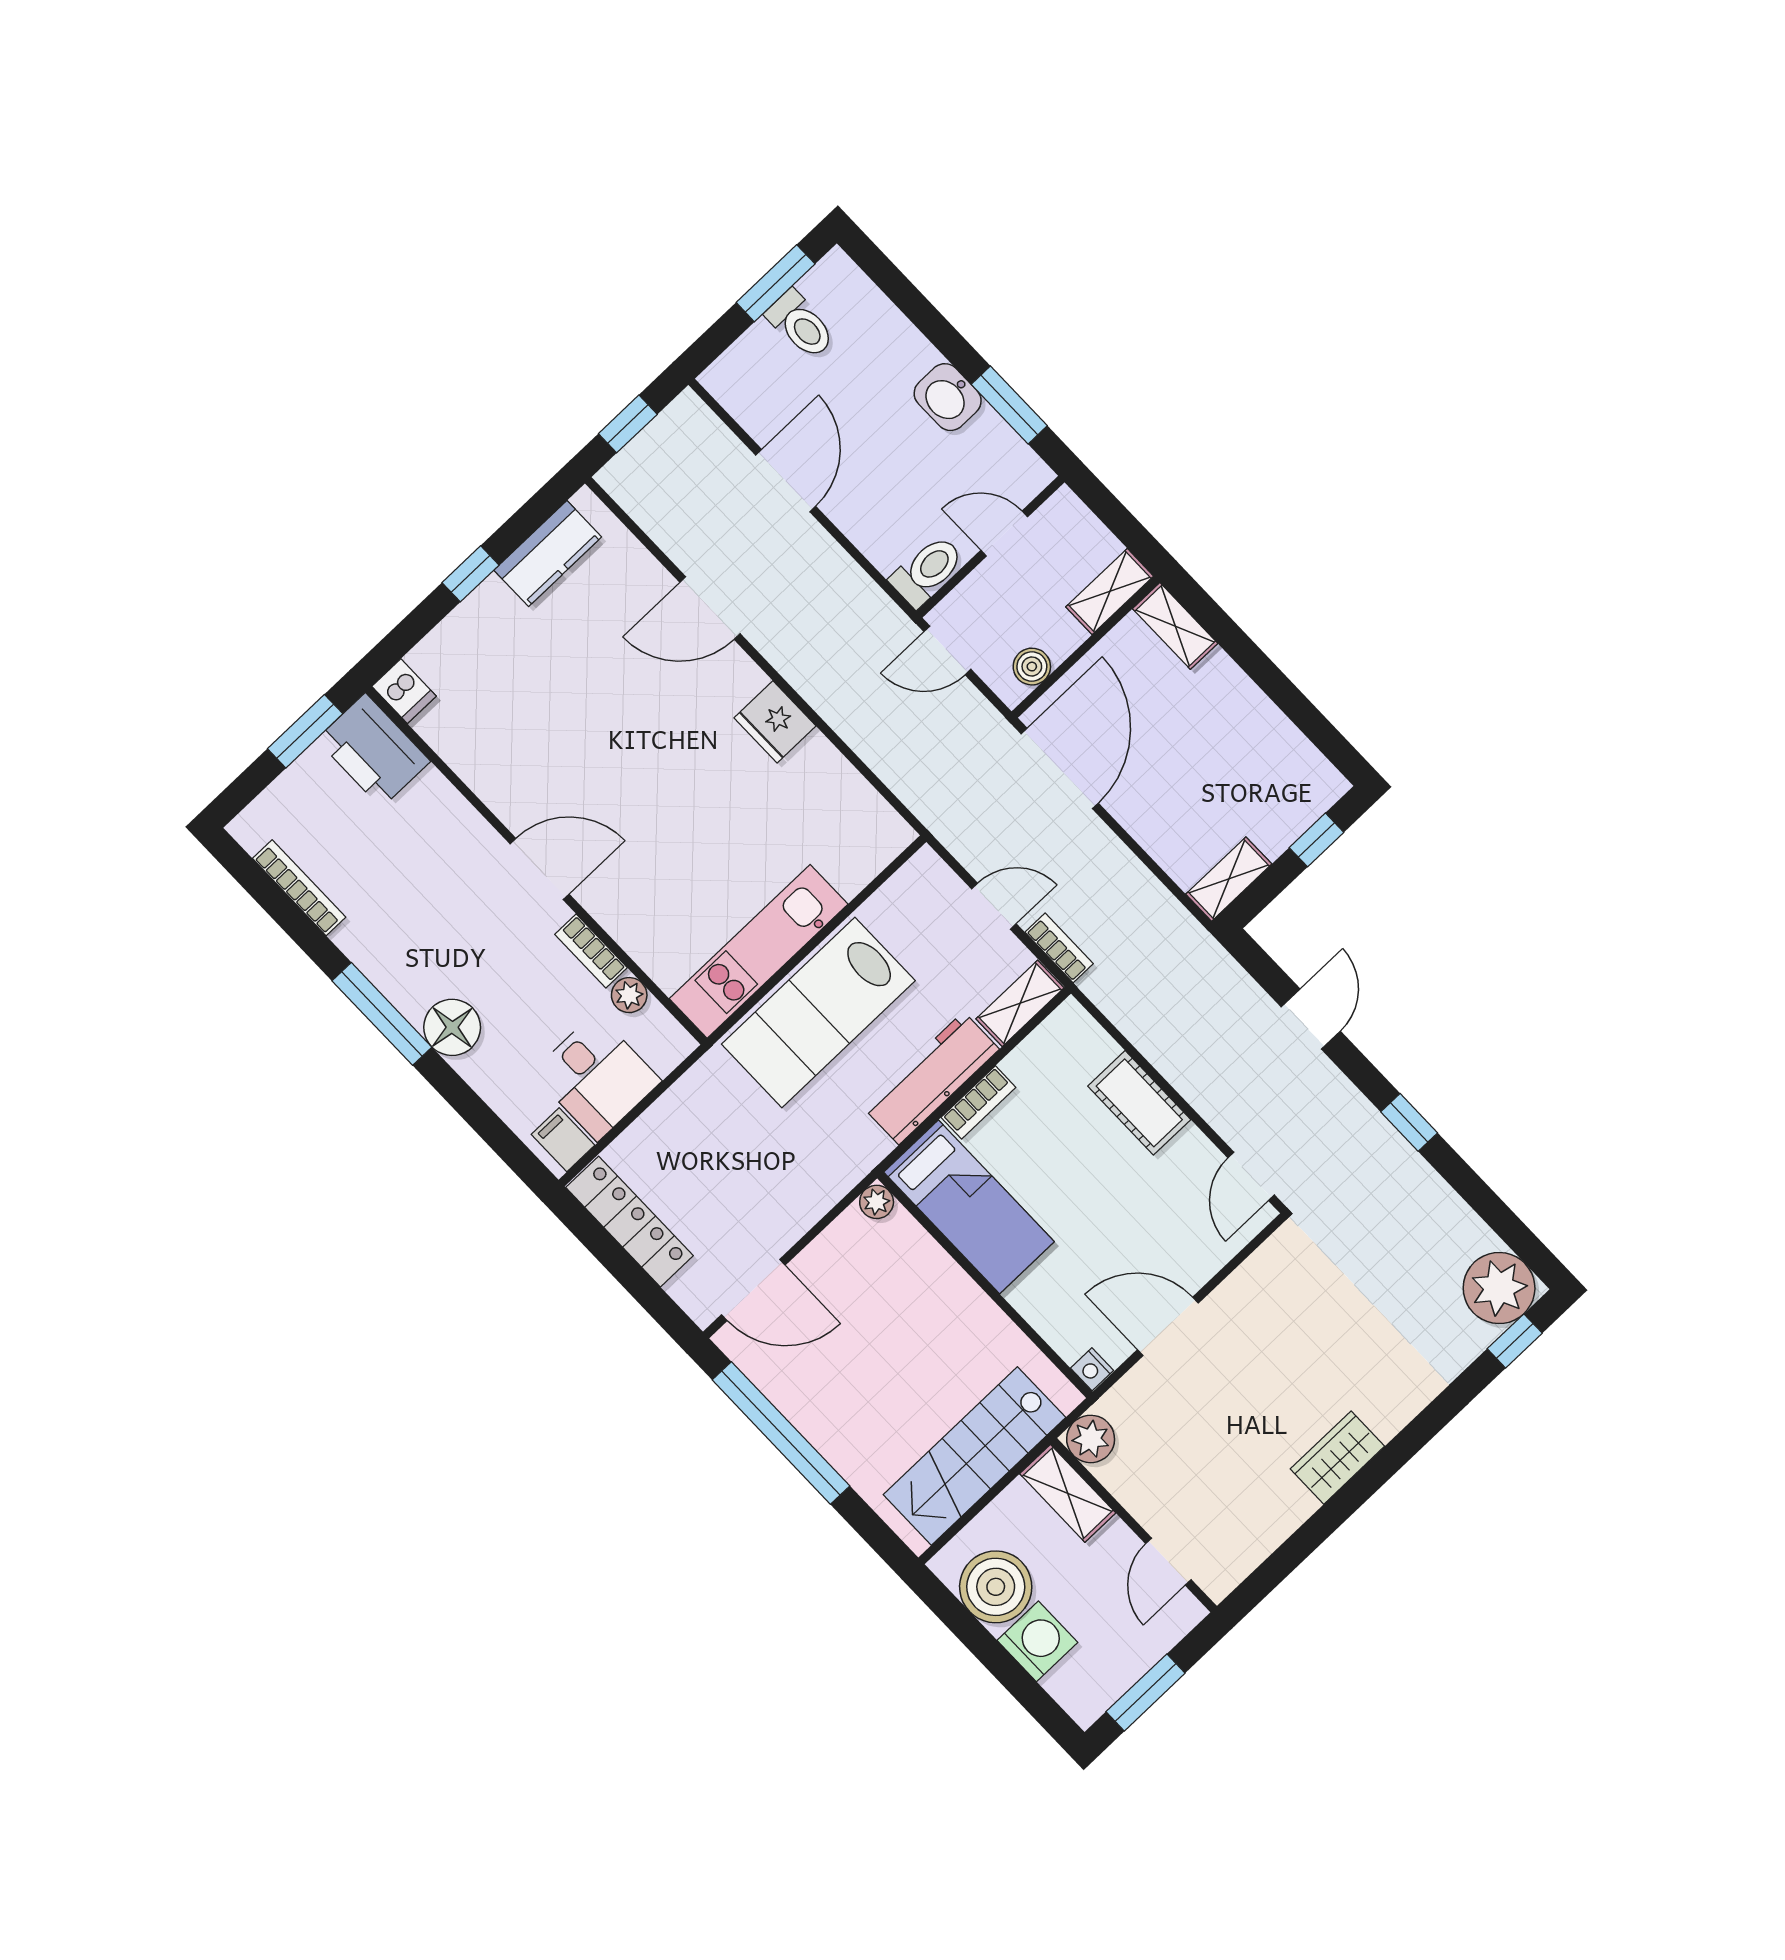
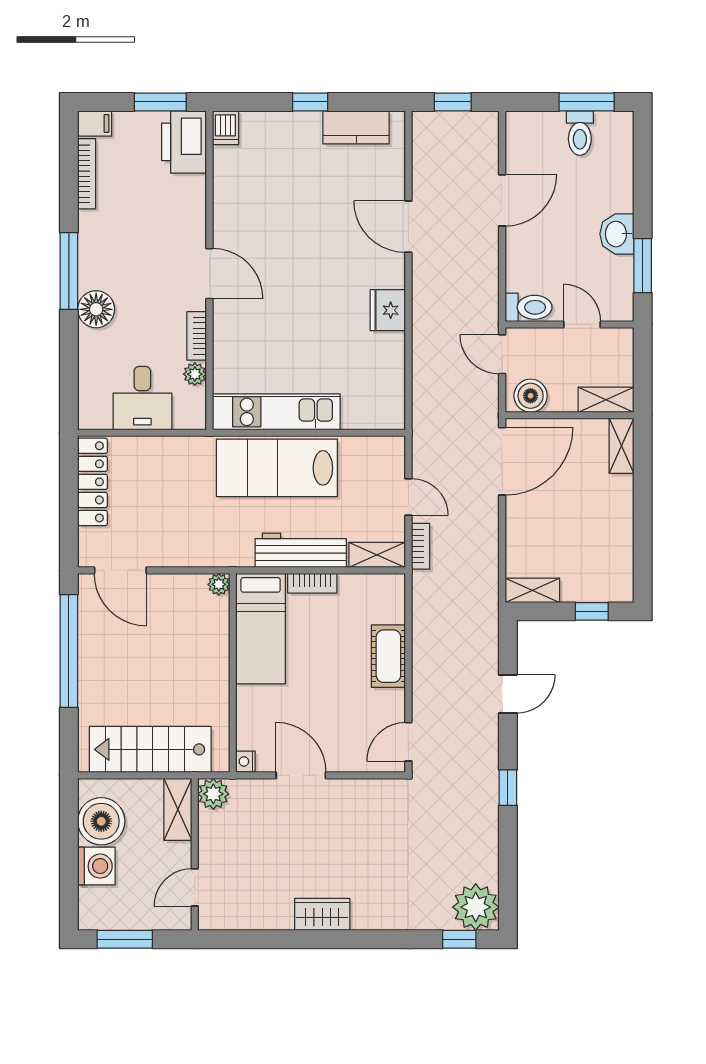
boiler: (1032, 667) -> (531, 396), width x1.36, depth x1.36
filing cabinet: (563, 1140) -> (95, 123), moved, turned 90

